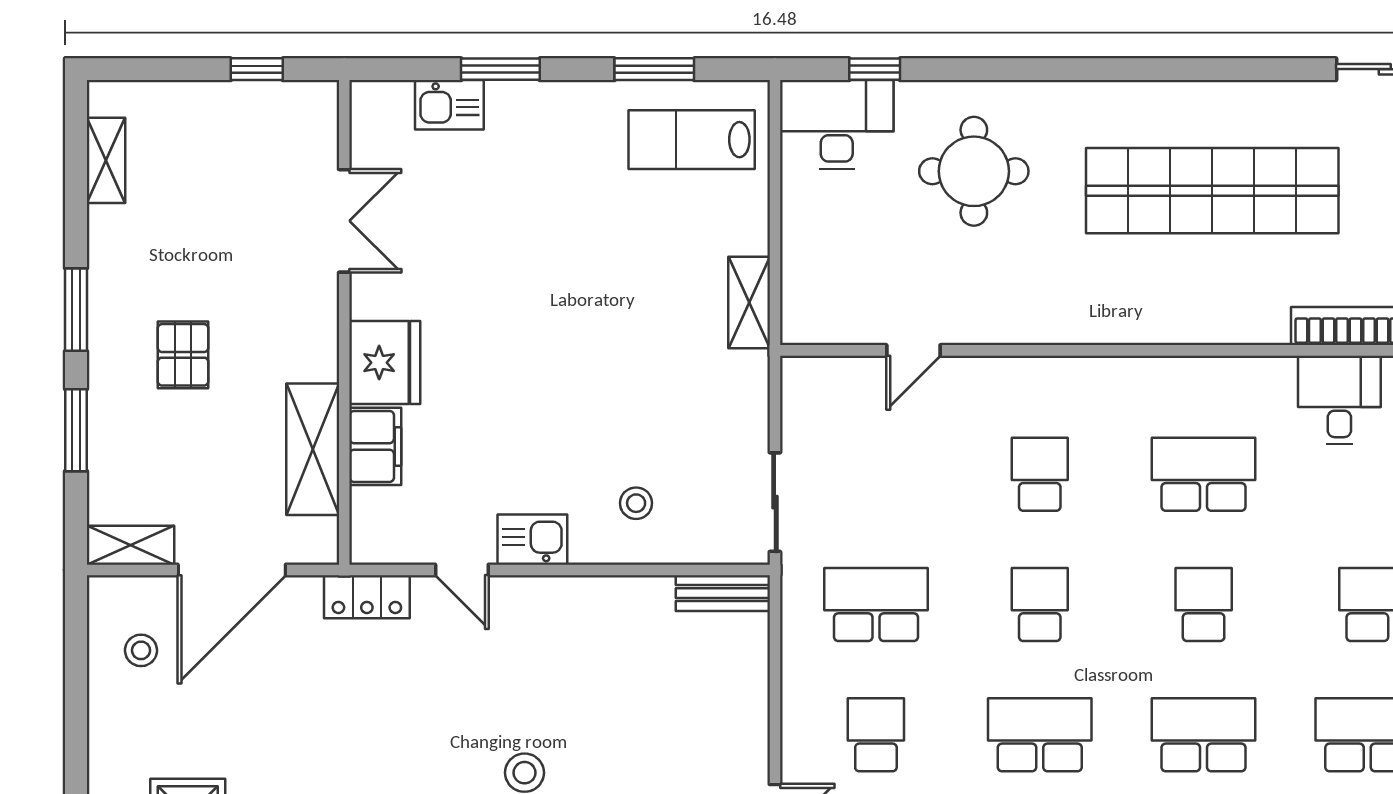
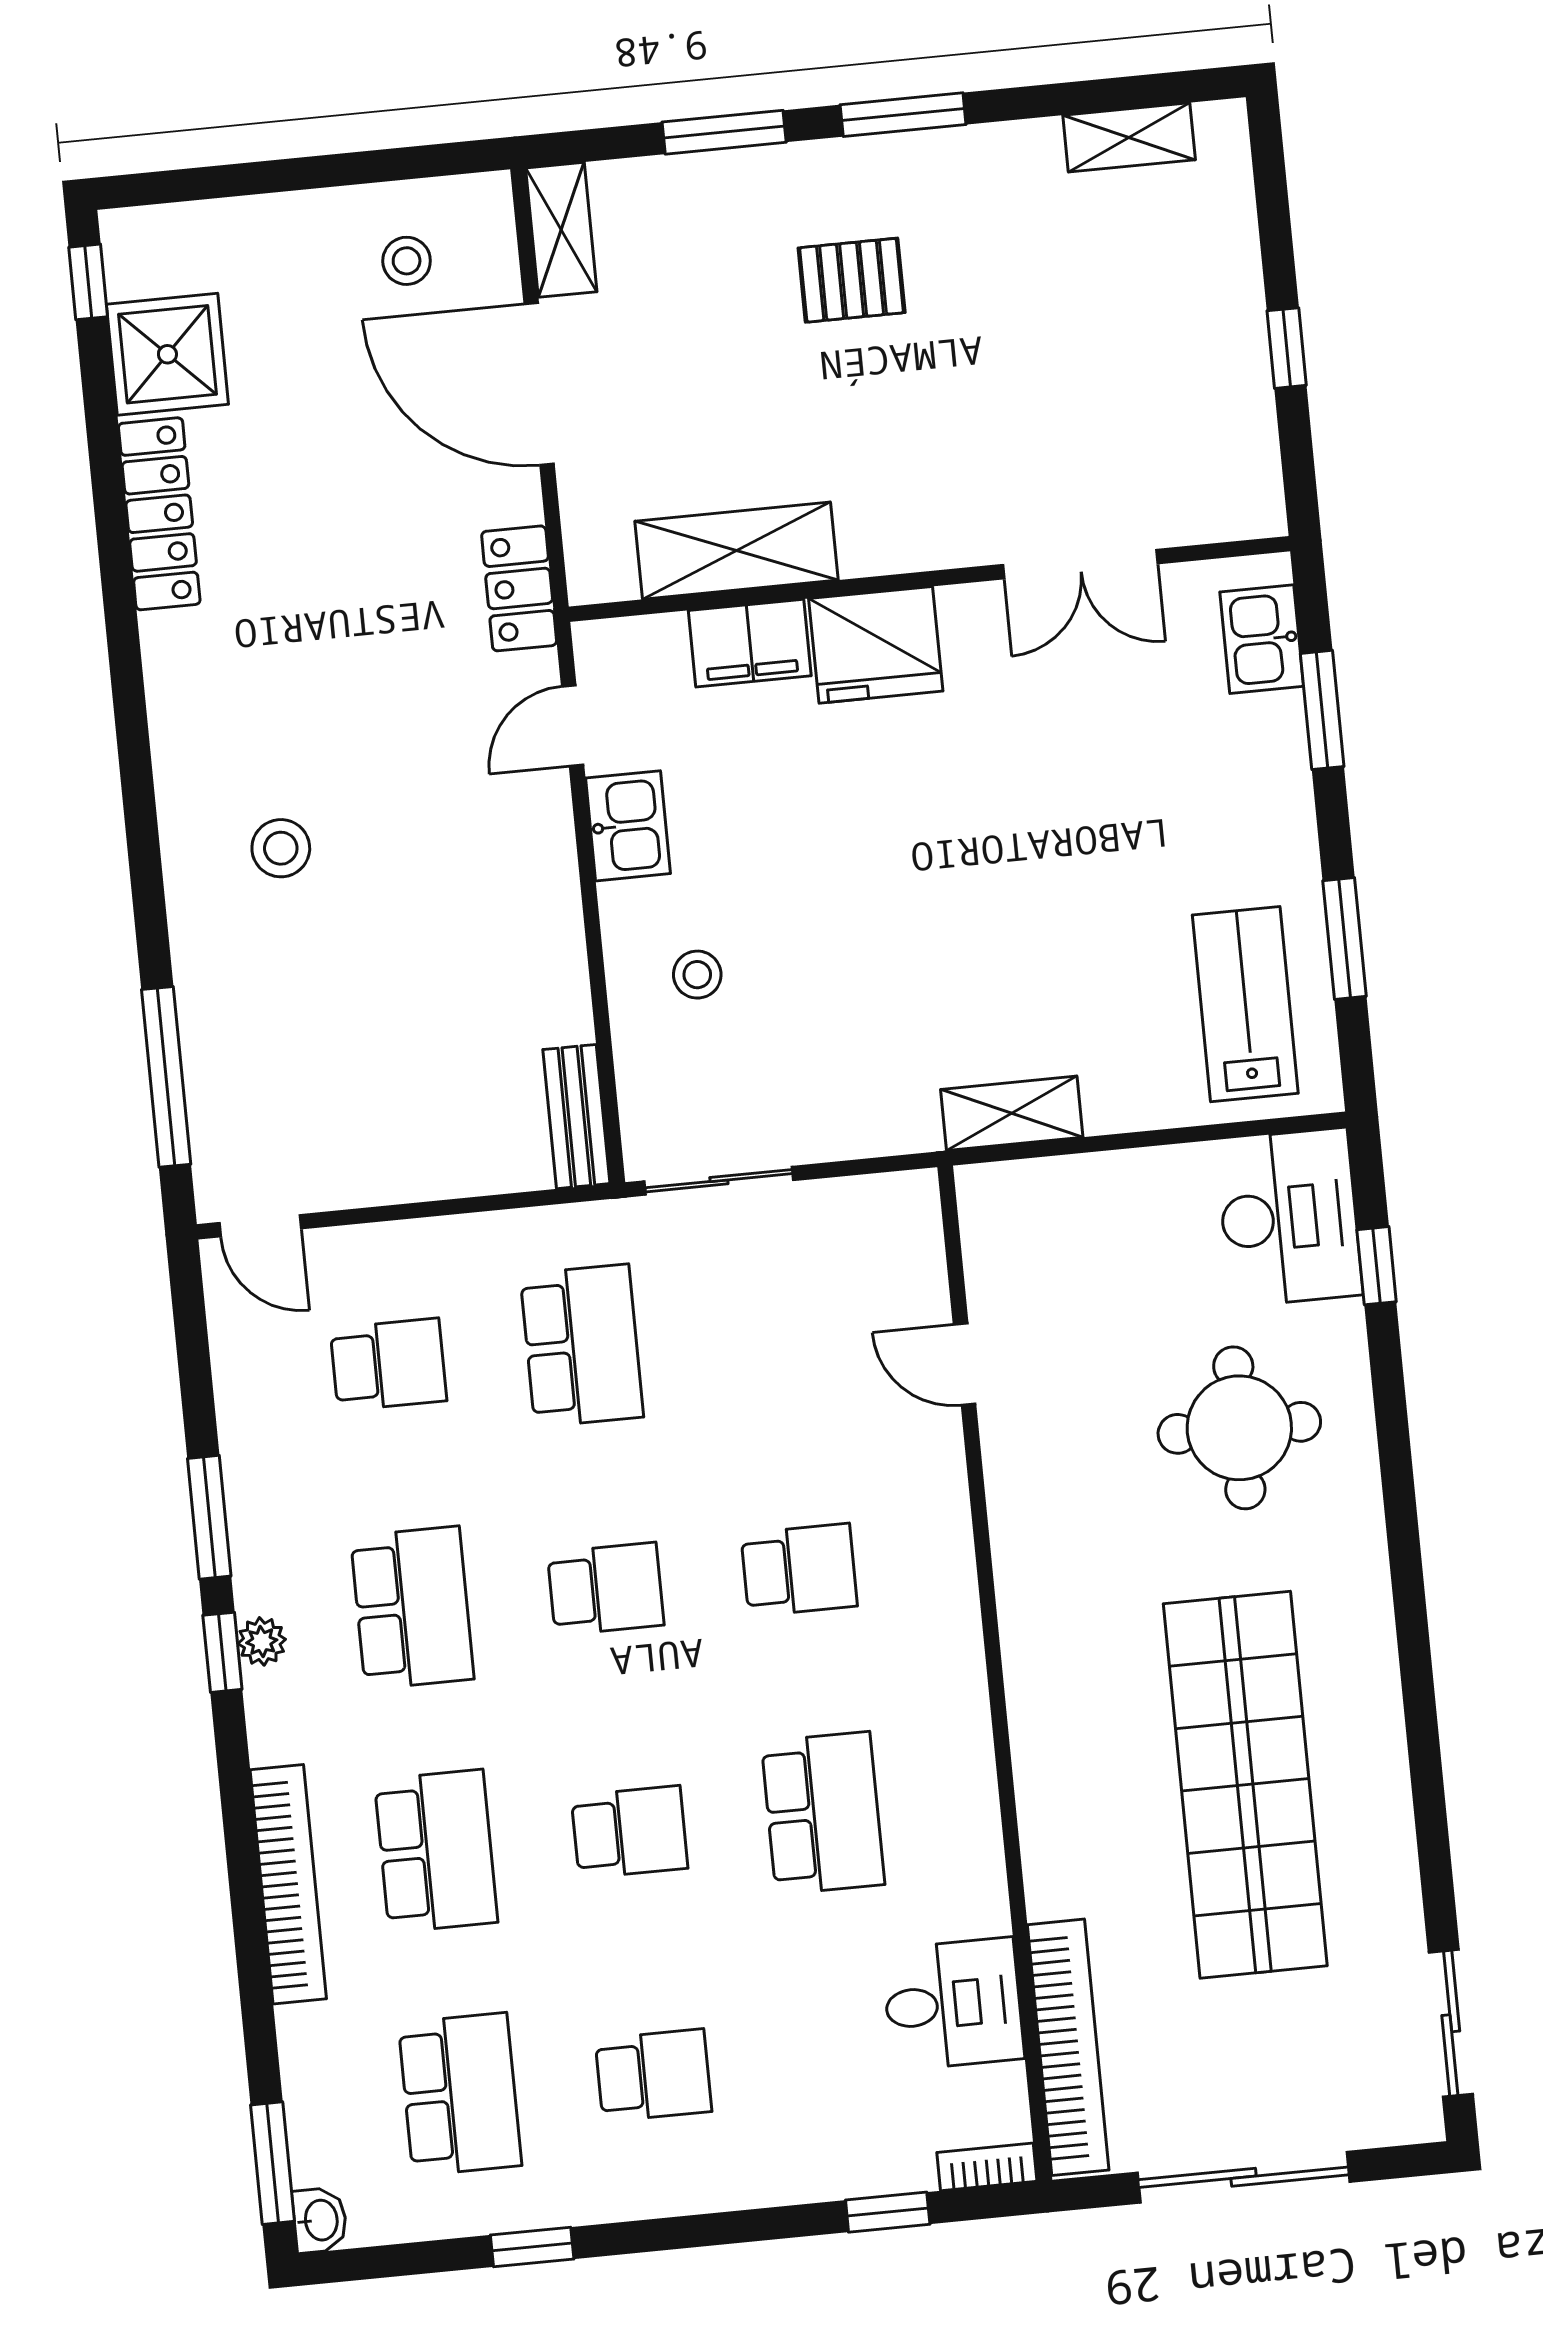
double door: (344, 221) -> (1080, 564), moved
wall: (344, 322) -> (930, 579), moved
fridge: (385, 363) -> (876, 645), moved
filing cabinet: (375, 446) -> (750, 643), moved
shelving: (313, 449) -> (736, 551), moved

